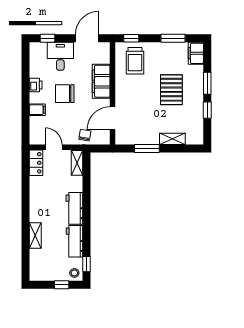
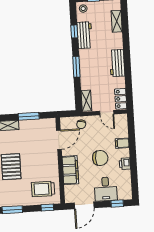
trolley: (135, 61) -> (43, 189), turned -90
window: (87, 204) -> (76, 67), added
workbench: (74, 208) -> (117, 63), moved, turned 180
shelving: (35, 236) -> (117, 21), moved
window: (87, 264) -> (74, 31), moved

